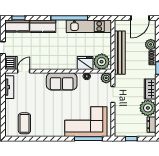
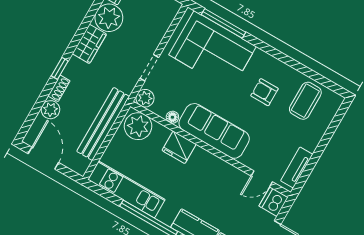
door: (140, 18) -> (43, 158), hinge flipped
fridge: (85, 63) -> (179, 147), moved
sofa: (62, 81) -> (214, 131), width x1.36
armchair: (48, 116) -> (264, 92), added

